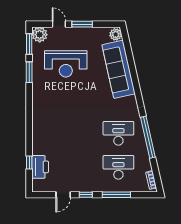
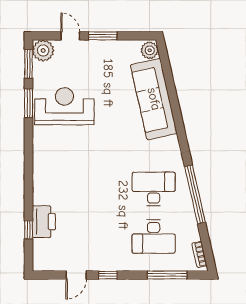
reception desk: (66, 64) -> (64, 106), moved, turned 180
printer: (40, 167) -> (44, 222), moved
desk: (118, 167) -> (154, 237), turned 180
window: (116, 195) -> (167, 275), moved

